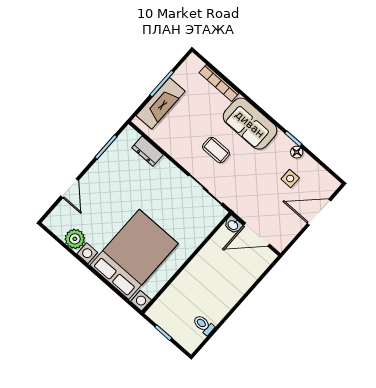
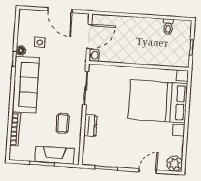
sofa: (250, 124) -> (26, 85), width x1.36
coffee table: (216, 150) -> (63, 123), moved
dresser: (147, 151) -> (90, 126), moved
door: (319, 212) -> (60, 10), moved
door: (257, 235) -> (89, 37), hinge flipped
plant: (75, 239) -> (175, 164), moved

